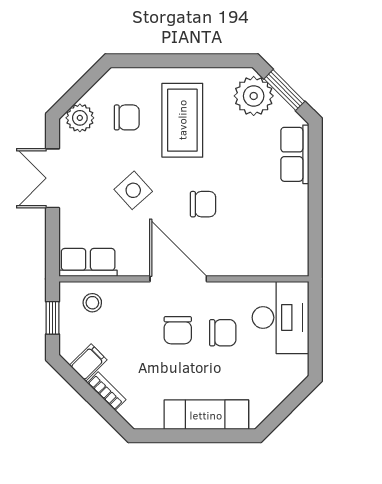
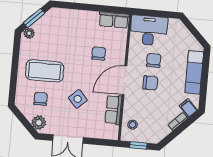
plant: (254, 96) -> (29, 33), width x0.53, depth x0.53
row of seats: (295, 154) -> (114, 20), moved
chair: (203, 204) -> (99, 53), moved
row of seats: (88, 262) -> (113, 110), moved
filing cabinet: (88, 363) -> (188, 108), moved

